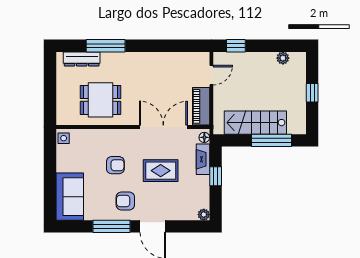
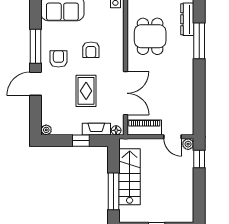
plant: (283, 58) -> (188, 144), moved

